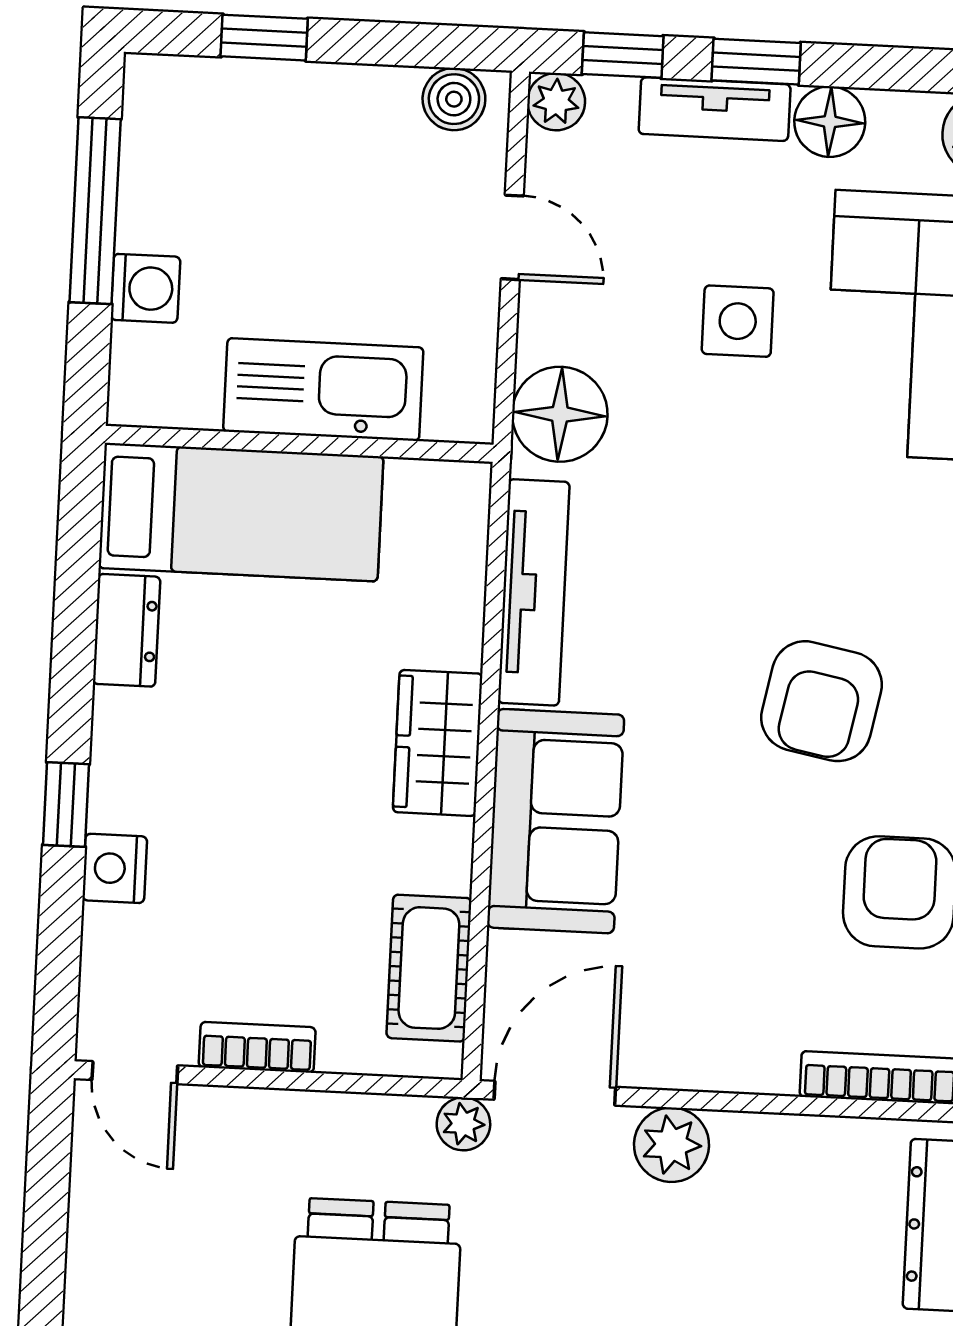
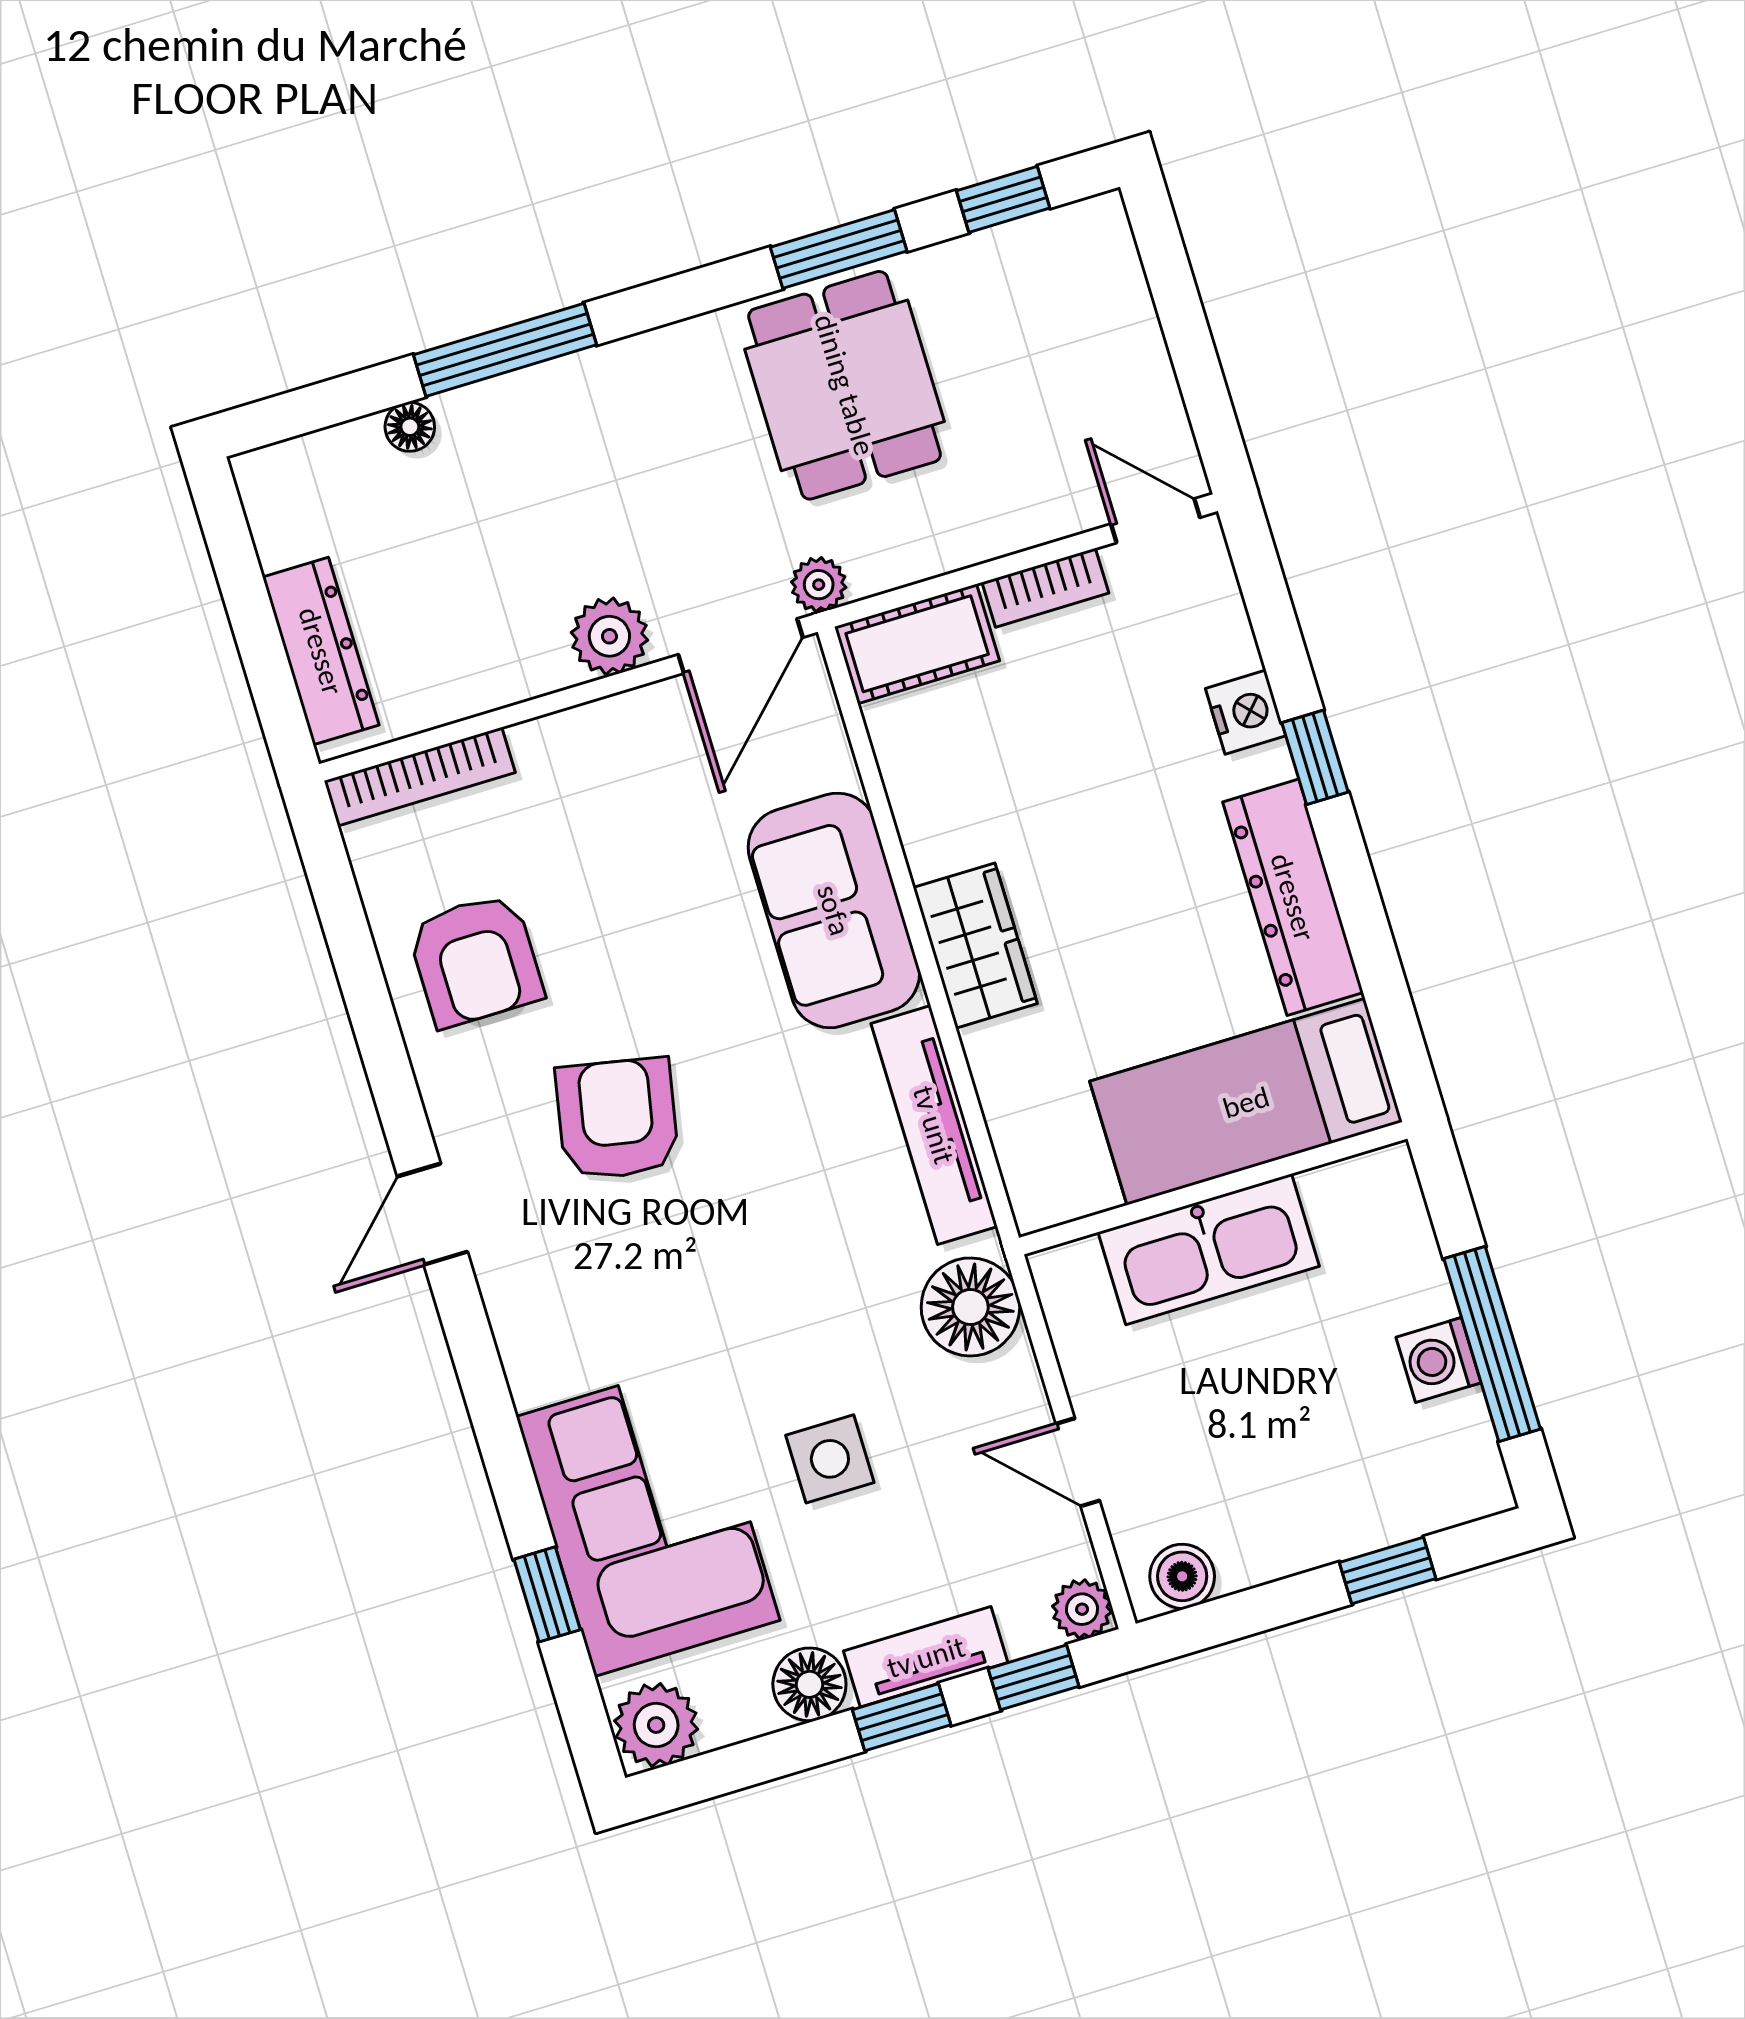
washing machine: (146, 288) -> (1439, 1360), moved
dresser: (127, 630) -> (1293, 897), width x1.96, depth x1.24
cot: (429, 968) -> (917, 644), moved, turned 90

